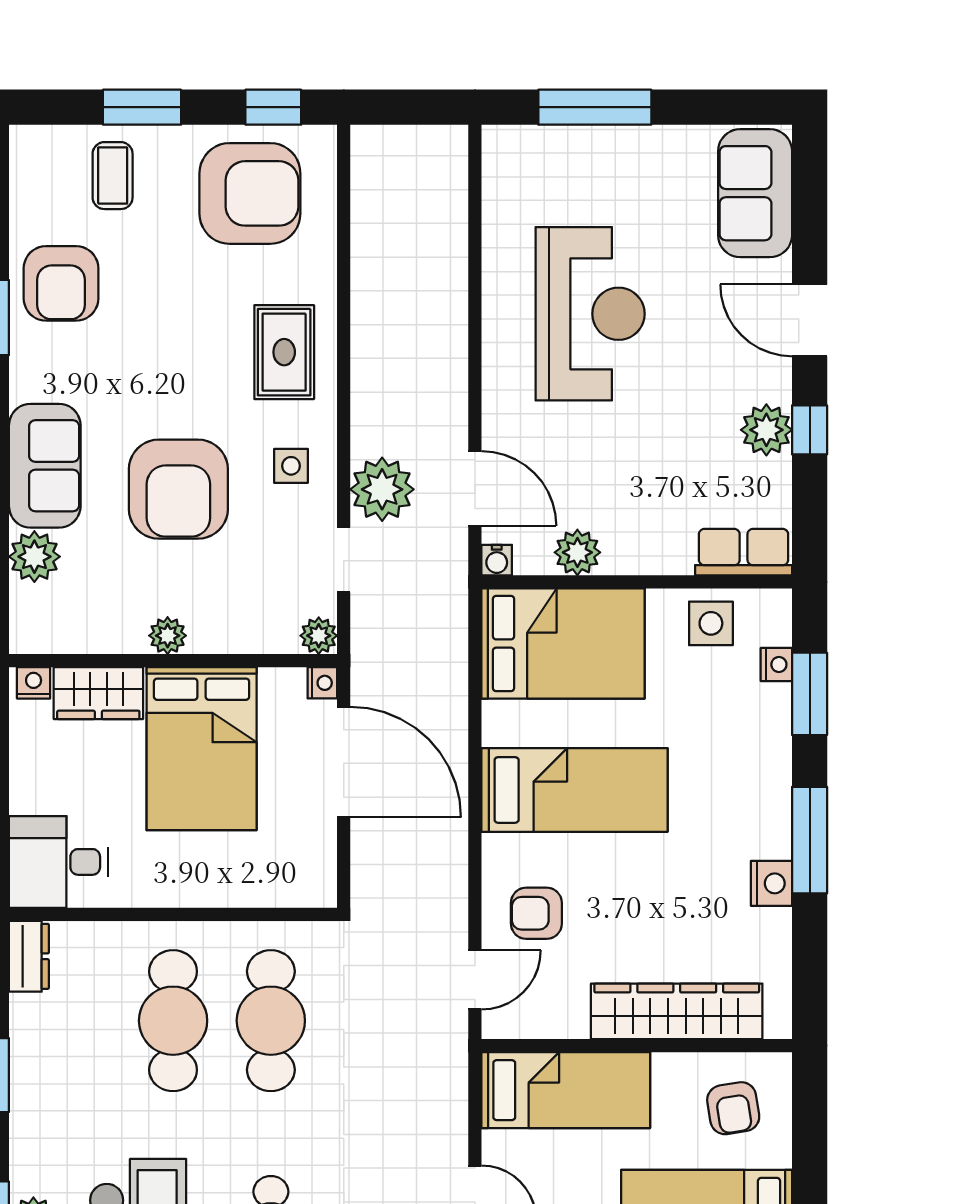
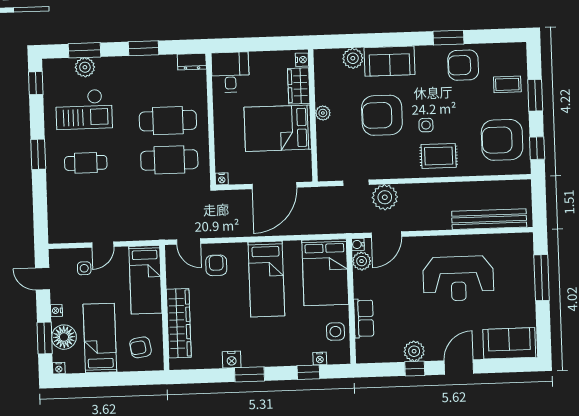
armchair: (250, 193) -> (502, 140), turned 90
bench: (445, 232) -> (489, 219), added
side table: (291, 466) -> (426, 125), moved
plant: (577, 552) -> (362, 261), moved
row of seats: (744, 552) -> (364, 318), moved
plant: (319, 636) -> (325, 174), removed
nightstand: (322, 683) -> (222, 179), moved
window: (810, 694) -> (308, 372), width x0.67
window: (810, 840) -> (250, 374), width x0.69

